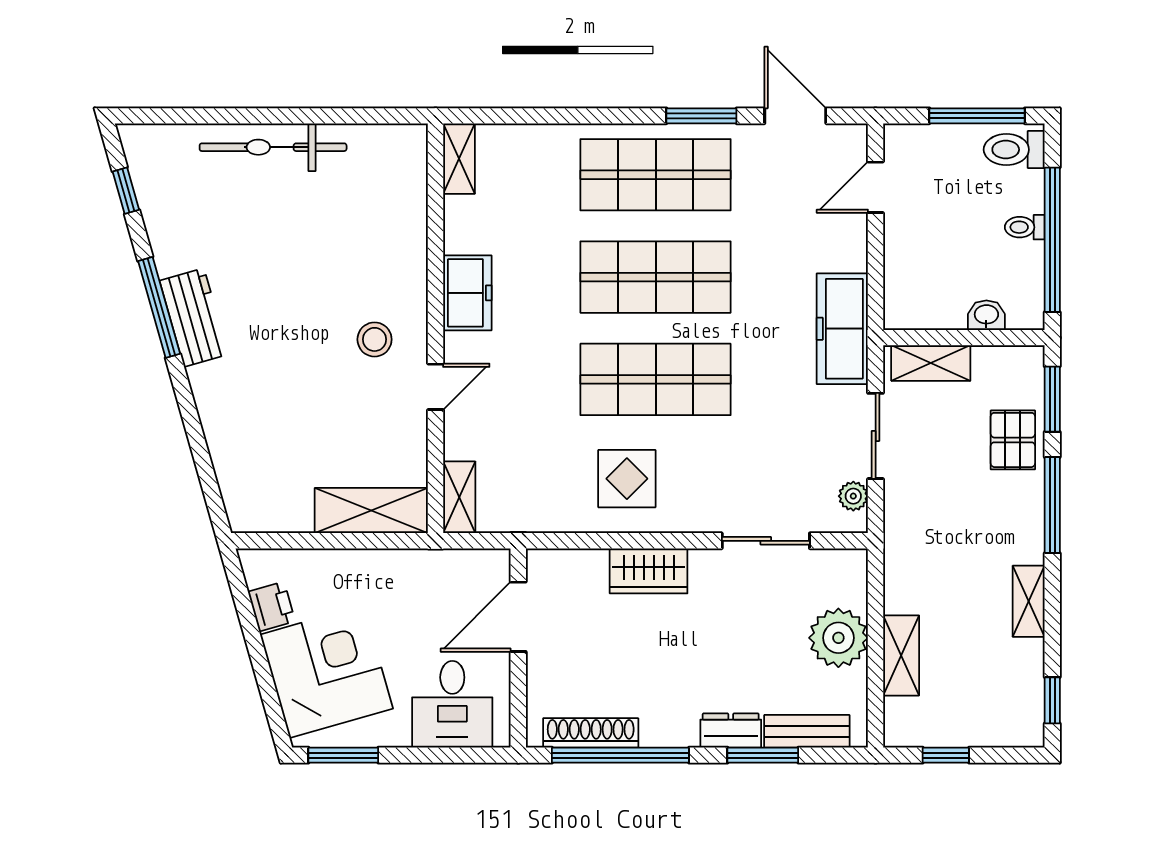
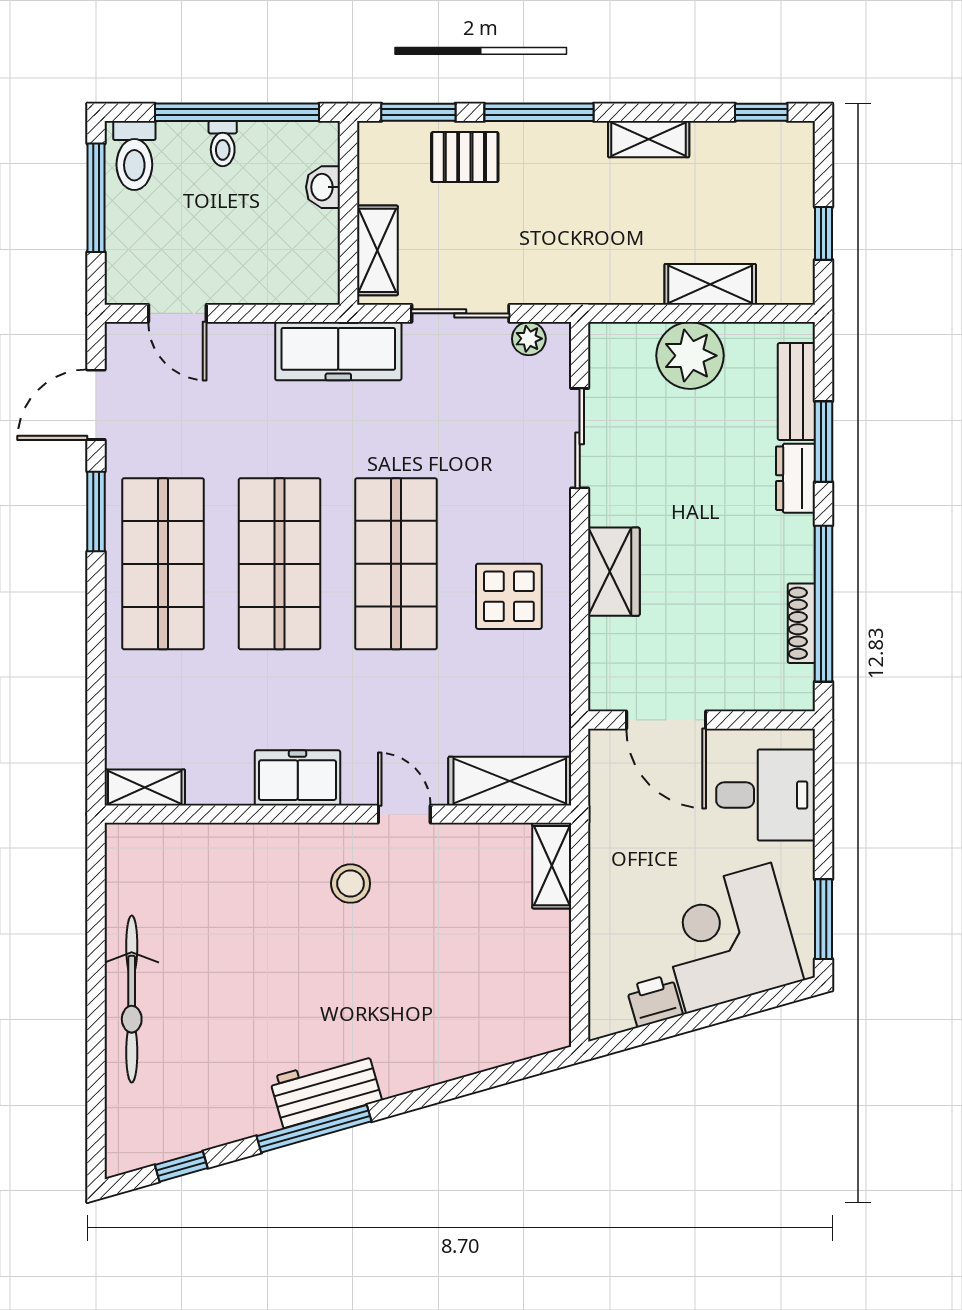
shelving: (459, 497) -> (510, 781), width x1.50, depth x1.33
shelving: (371, 511) -> (552, 866), width x0.67, depth x0.75
shoe rack: (591, 733) -> (801, 623), width x0.74, depth x0.81

